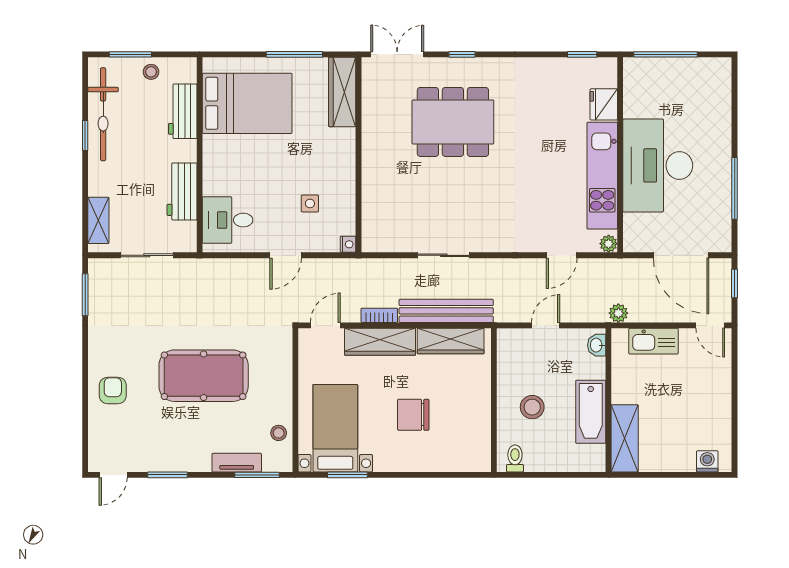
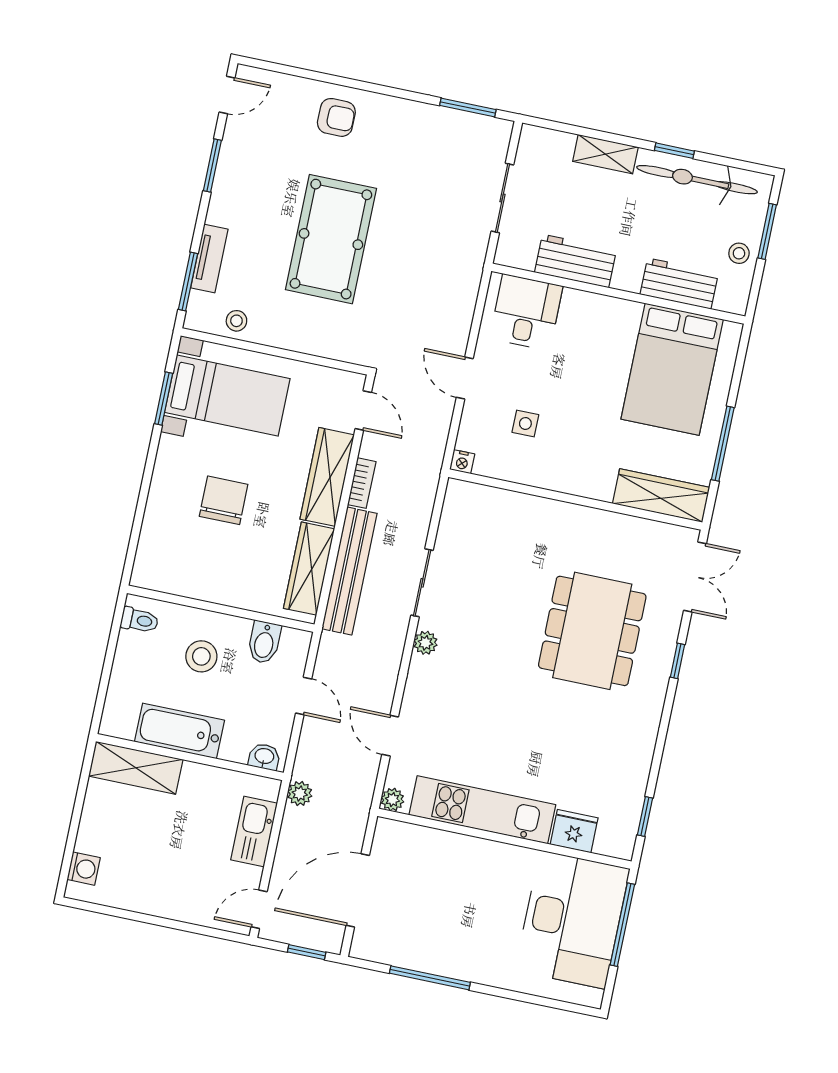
desk: (658, 165) -> (572, 920), moved, turned 90
shelving: (98, 220) -> (605, 154), moved
plant: (488, 243) -> (425, 643), added
bidet: (512, 363) -> (264, 642), added
door: (113, 475) -> (227, 95), swing flipped

